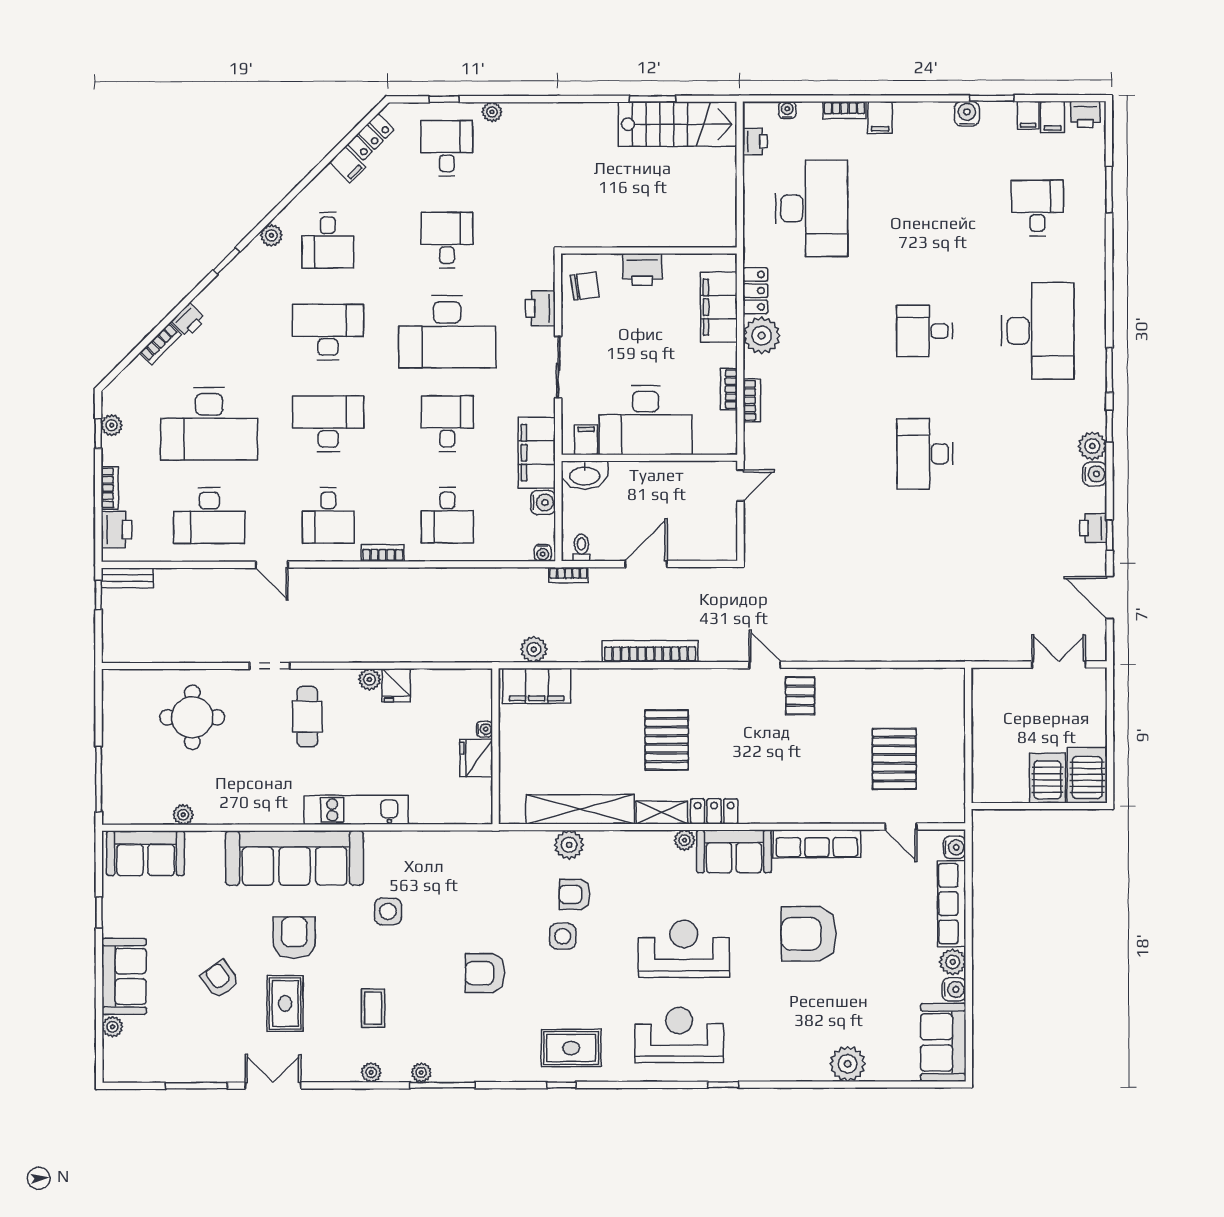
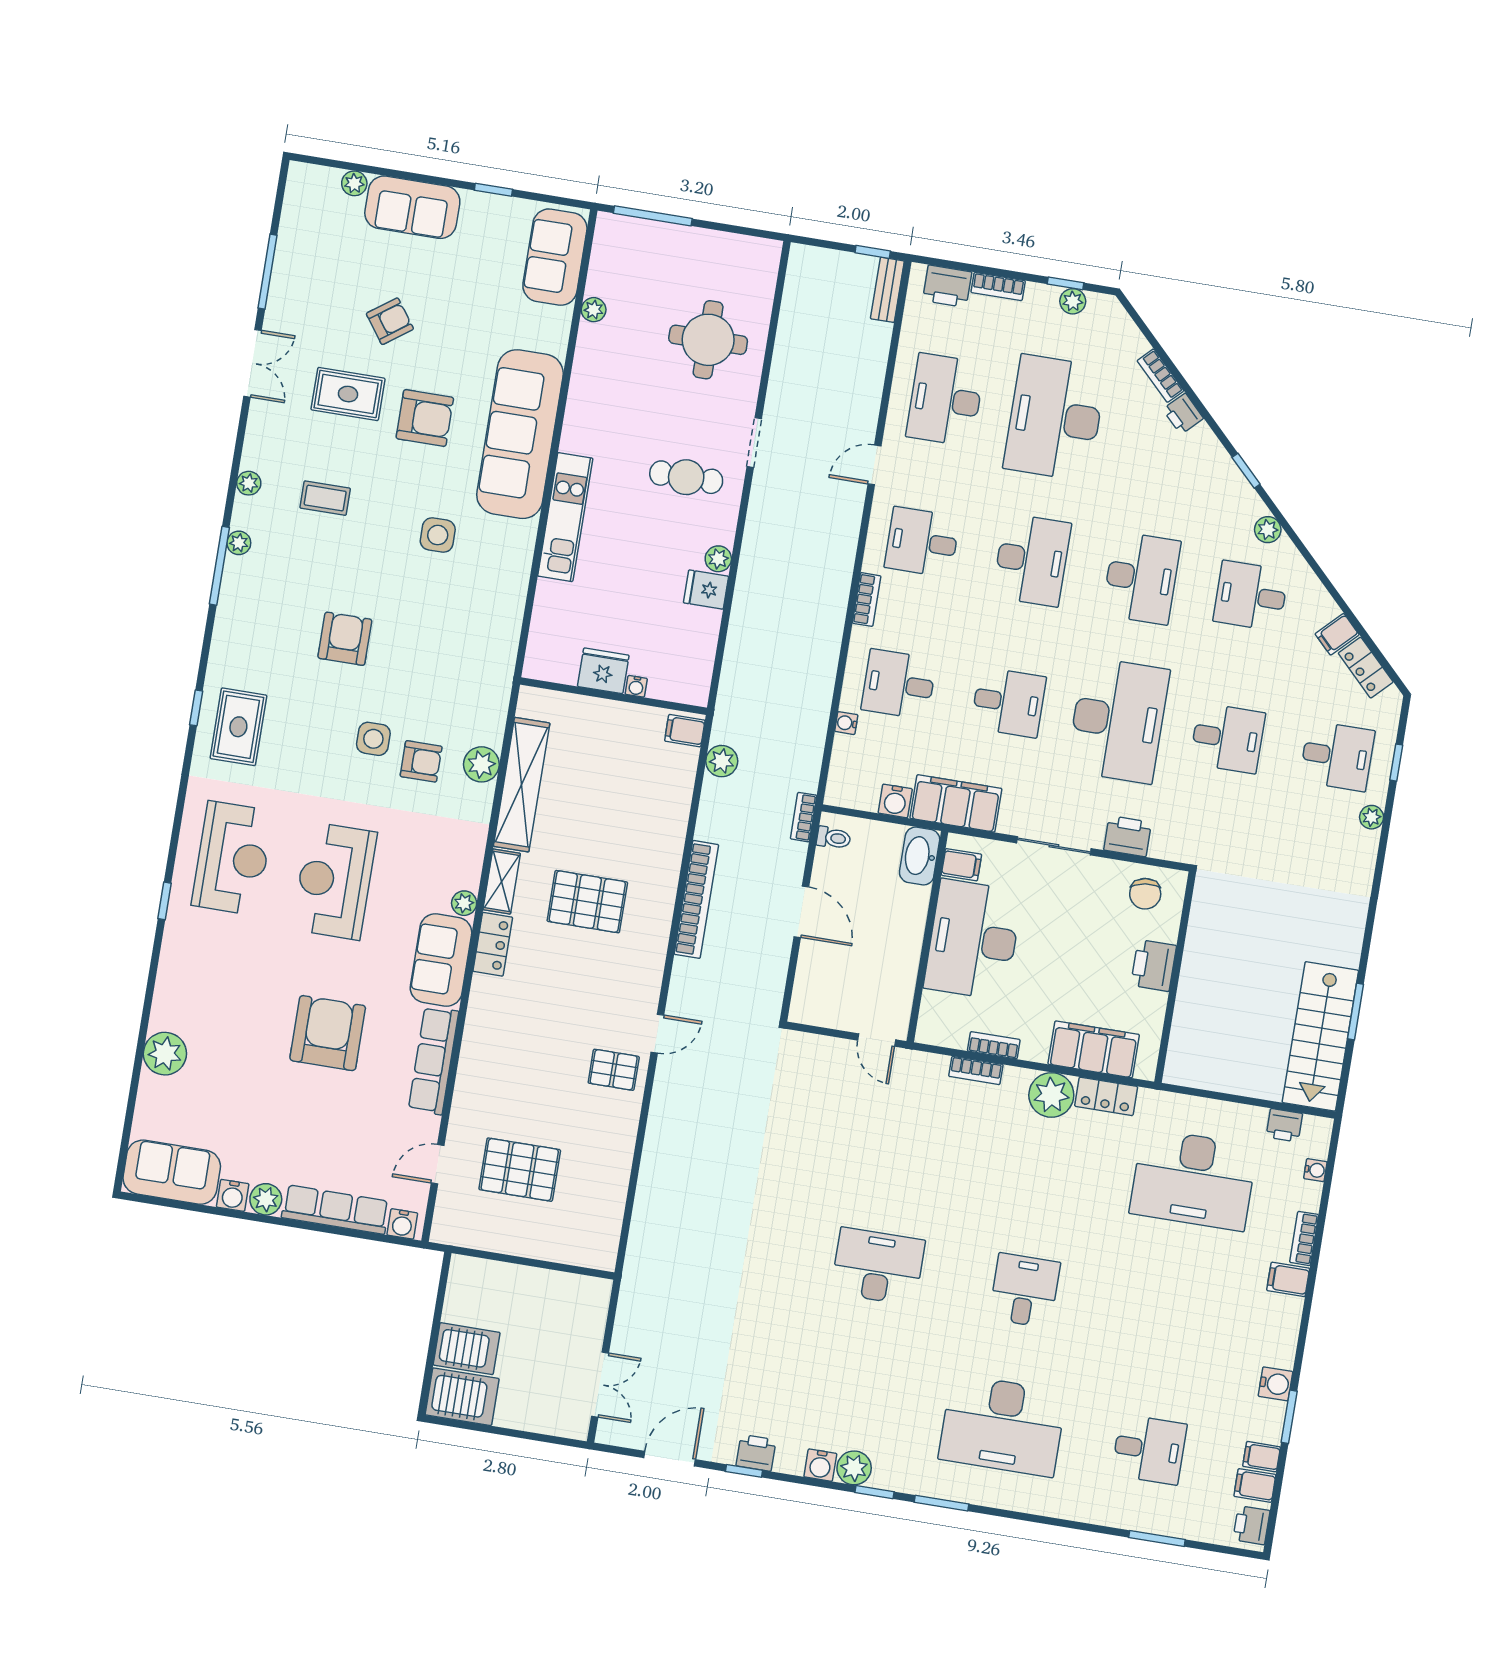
desk: (447, 332) -> (1118, 720), turned 180
water cooler: (543, 553) -> (846, 723), moved
filing cabinet: (537, 686) -> (685, 731), width x0.33, depth x0.86
armchair: (575, 894) -> (421, 761), turned 90
reception desk: (684, 949) -> (334, 881), turned 180

